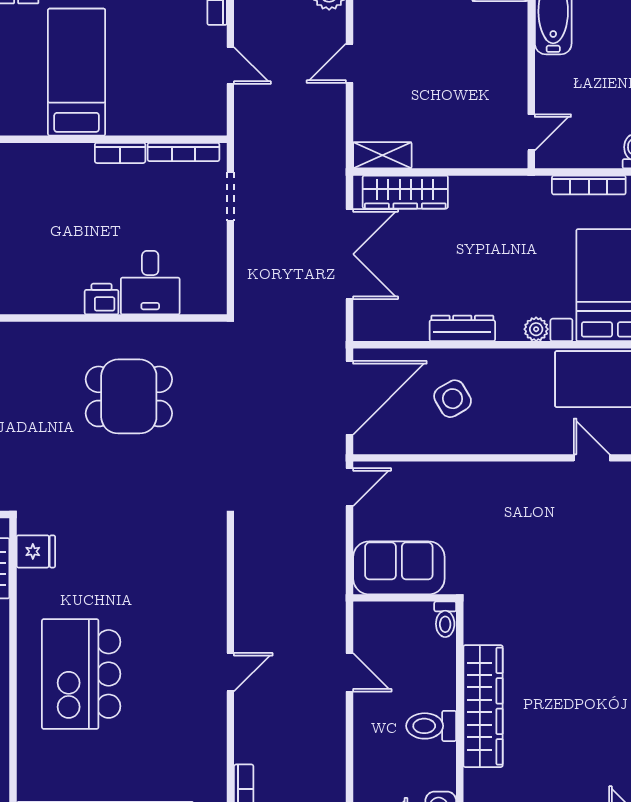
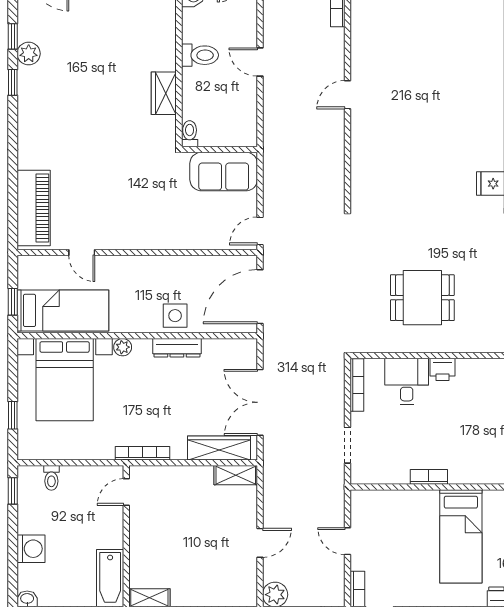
bookcase: (183, 152) -> (357, 385), moved, turned 90
bookcase: (589, 185) -> (142, 453), moved
side table: (453, 399) -> (175, 316), moved, turned 30
door: (350, 672) -> (260, 62), moved
kitchen island: (81, 674) -> (457, 93), removed
wardrobe: (483, 706) -> (164, 93), width x0.48, depth x0.85

